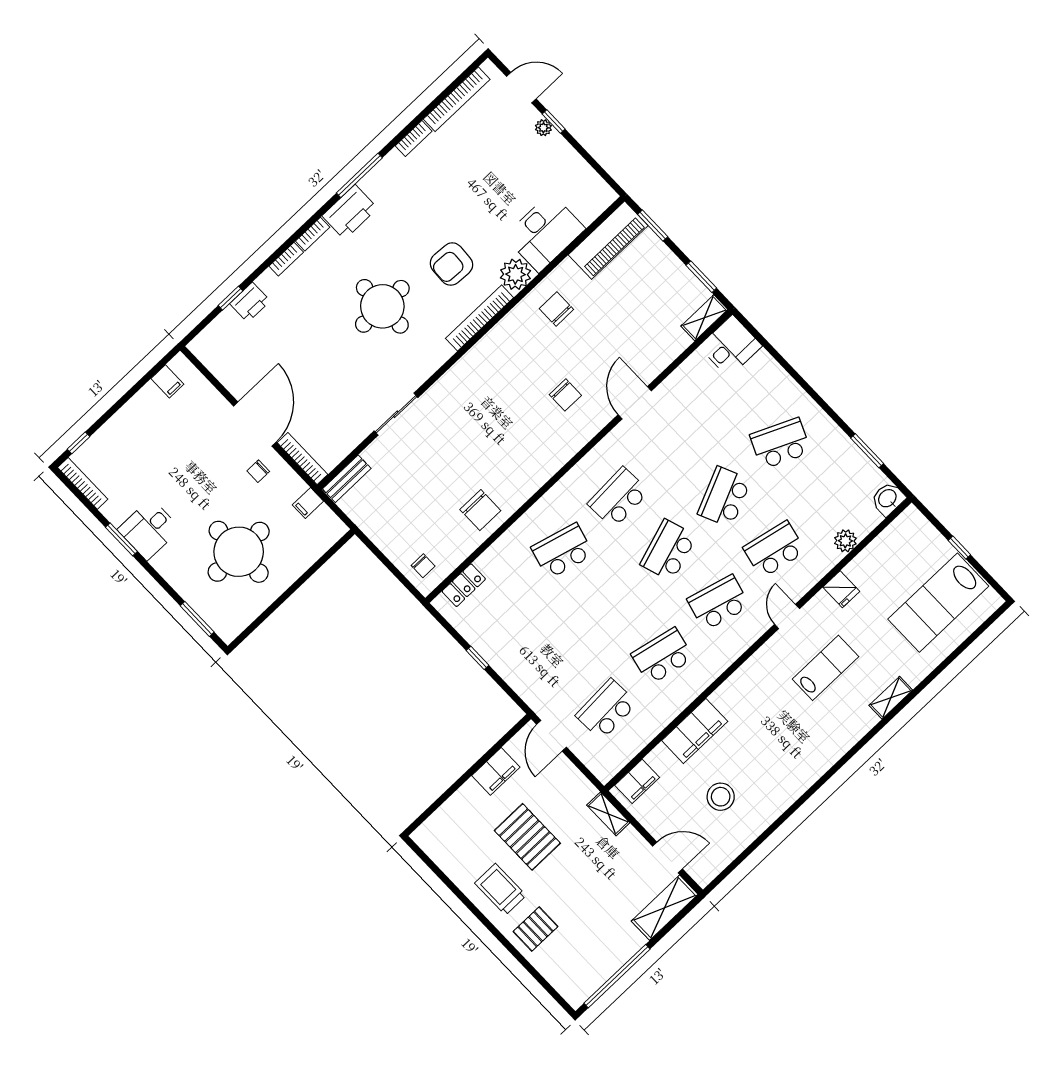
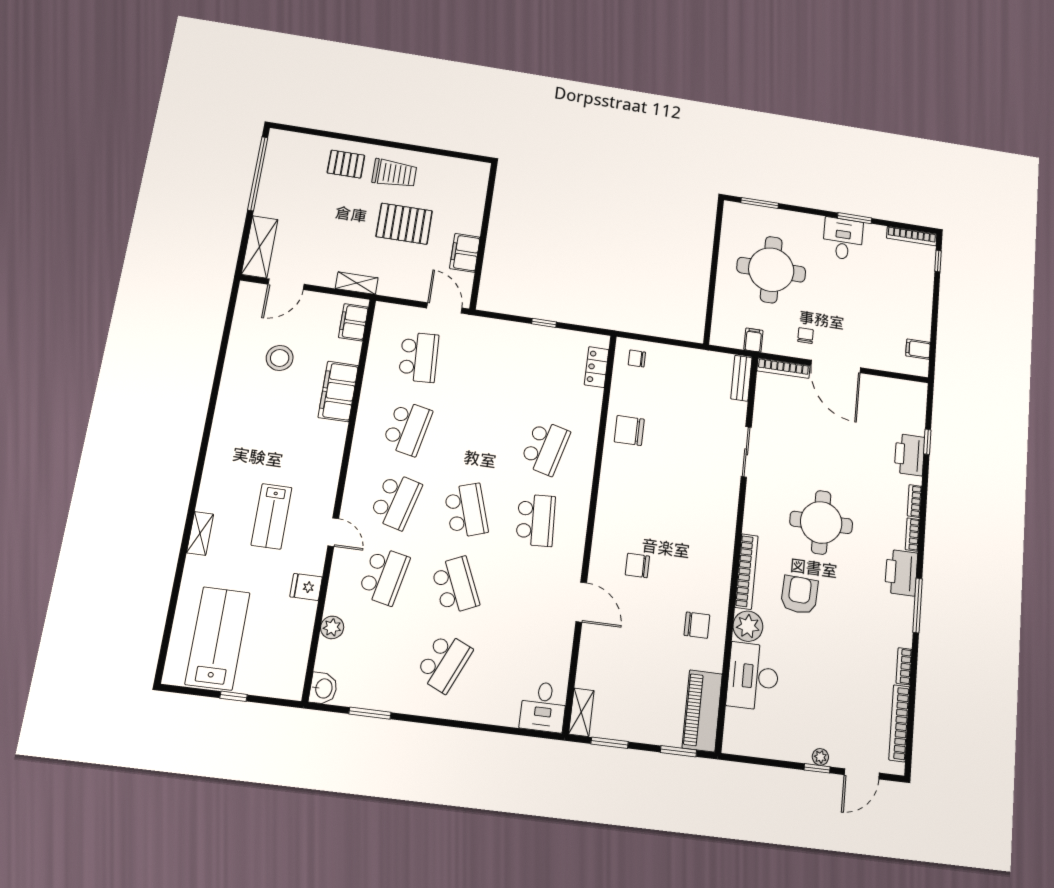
printer: (250, 302) -> (909, 455), width x1.37, depth x1.19
pallet: (535, 929) -> (346, 164), turned 90

